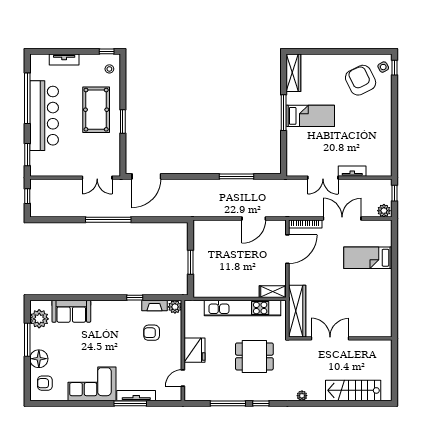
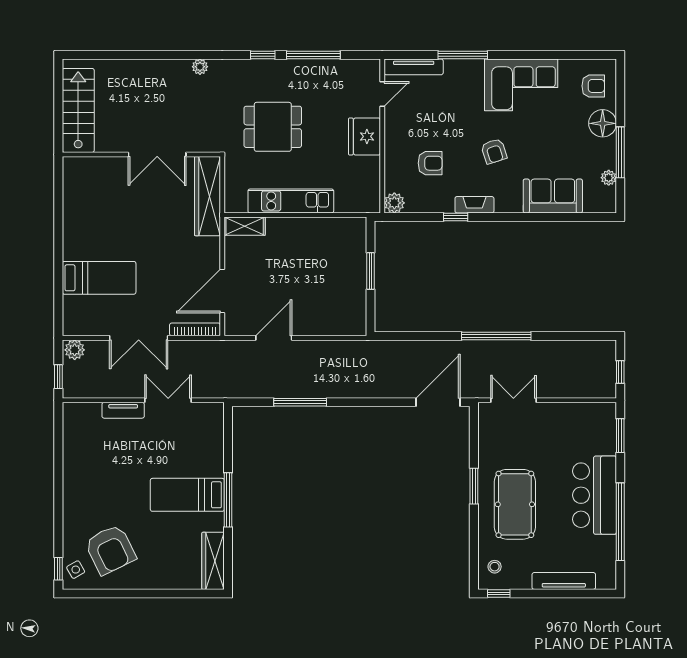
tv unit: (64, 60) -> (564, 581), width x1.41
bar counter: (44, 116) -> (595, 495), width x0.73
fireplace: (155, 306) -> (474, 205), moved
kitchen unit: (243, 308) -> (291, 201), width x0.73
plant: (39, 319) -> (609, 178), width x0.53, depth x0.53
armchair: (110, 341) -> (494, 151), added
stairs: (353, 390) -> (78, 110), moved, turned -90
tv unit: (136, 396) -> (414, 67), moved

